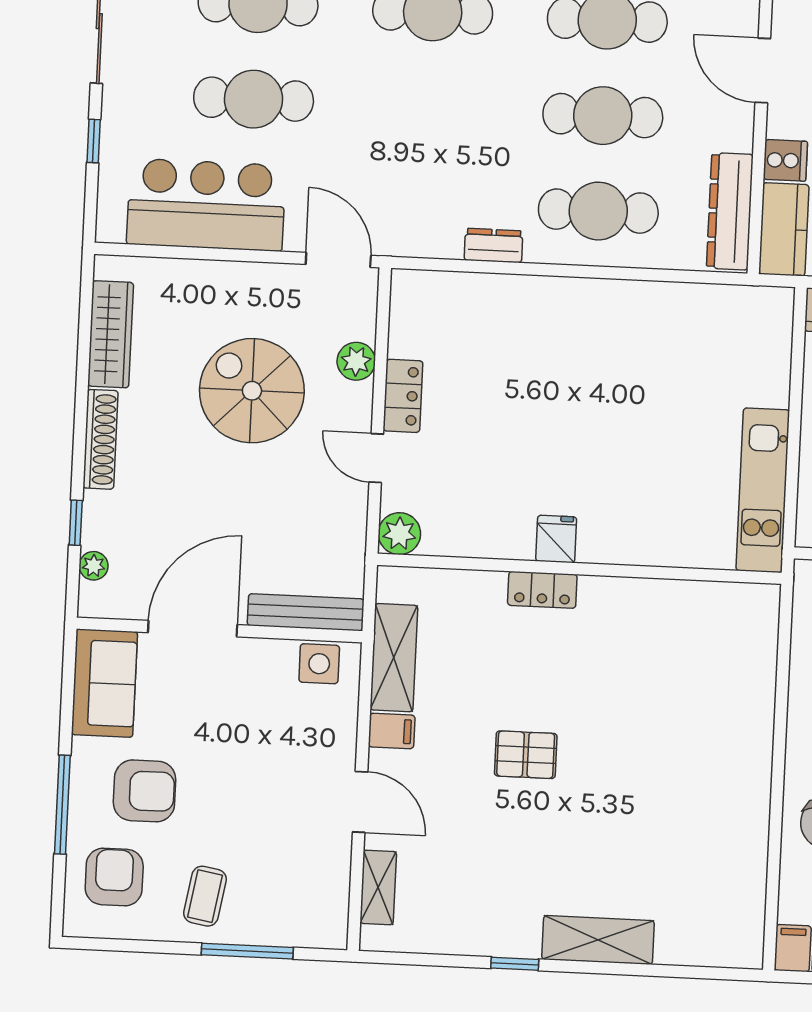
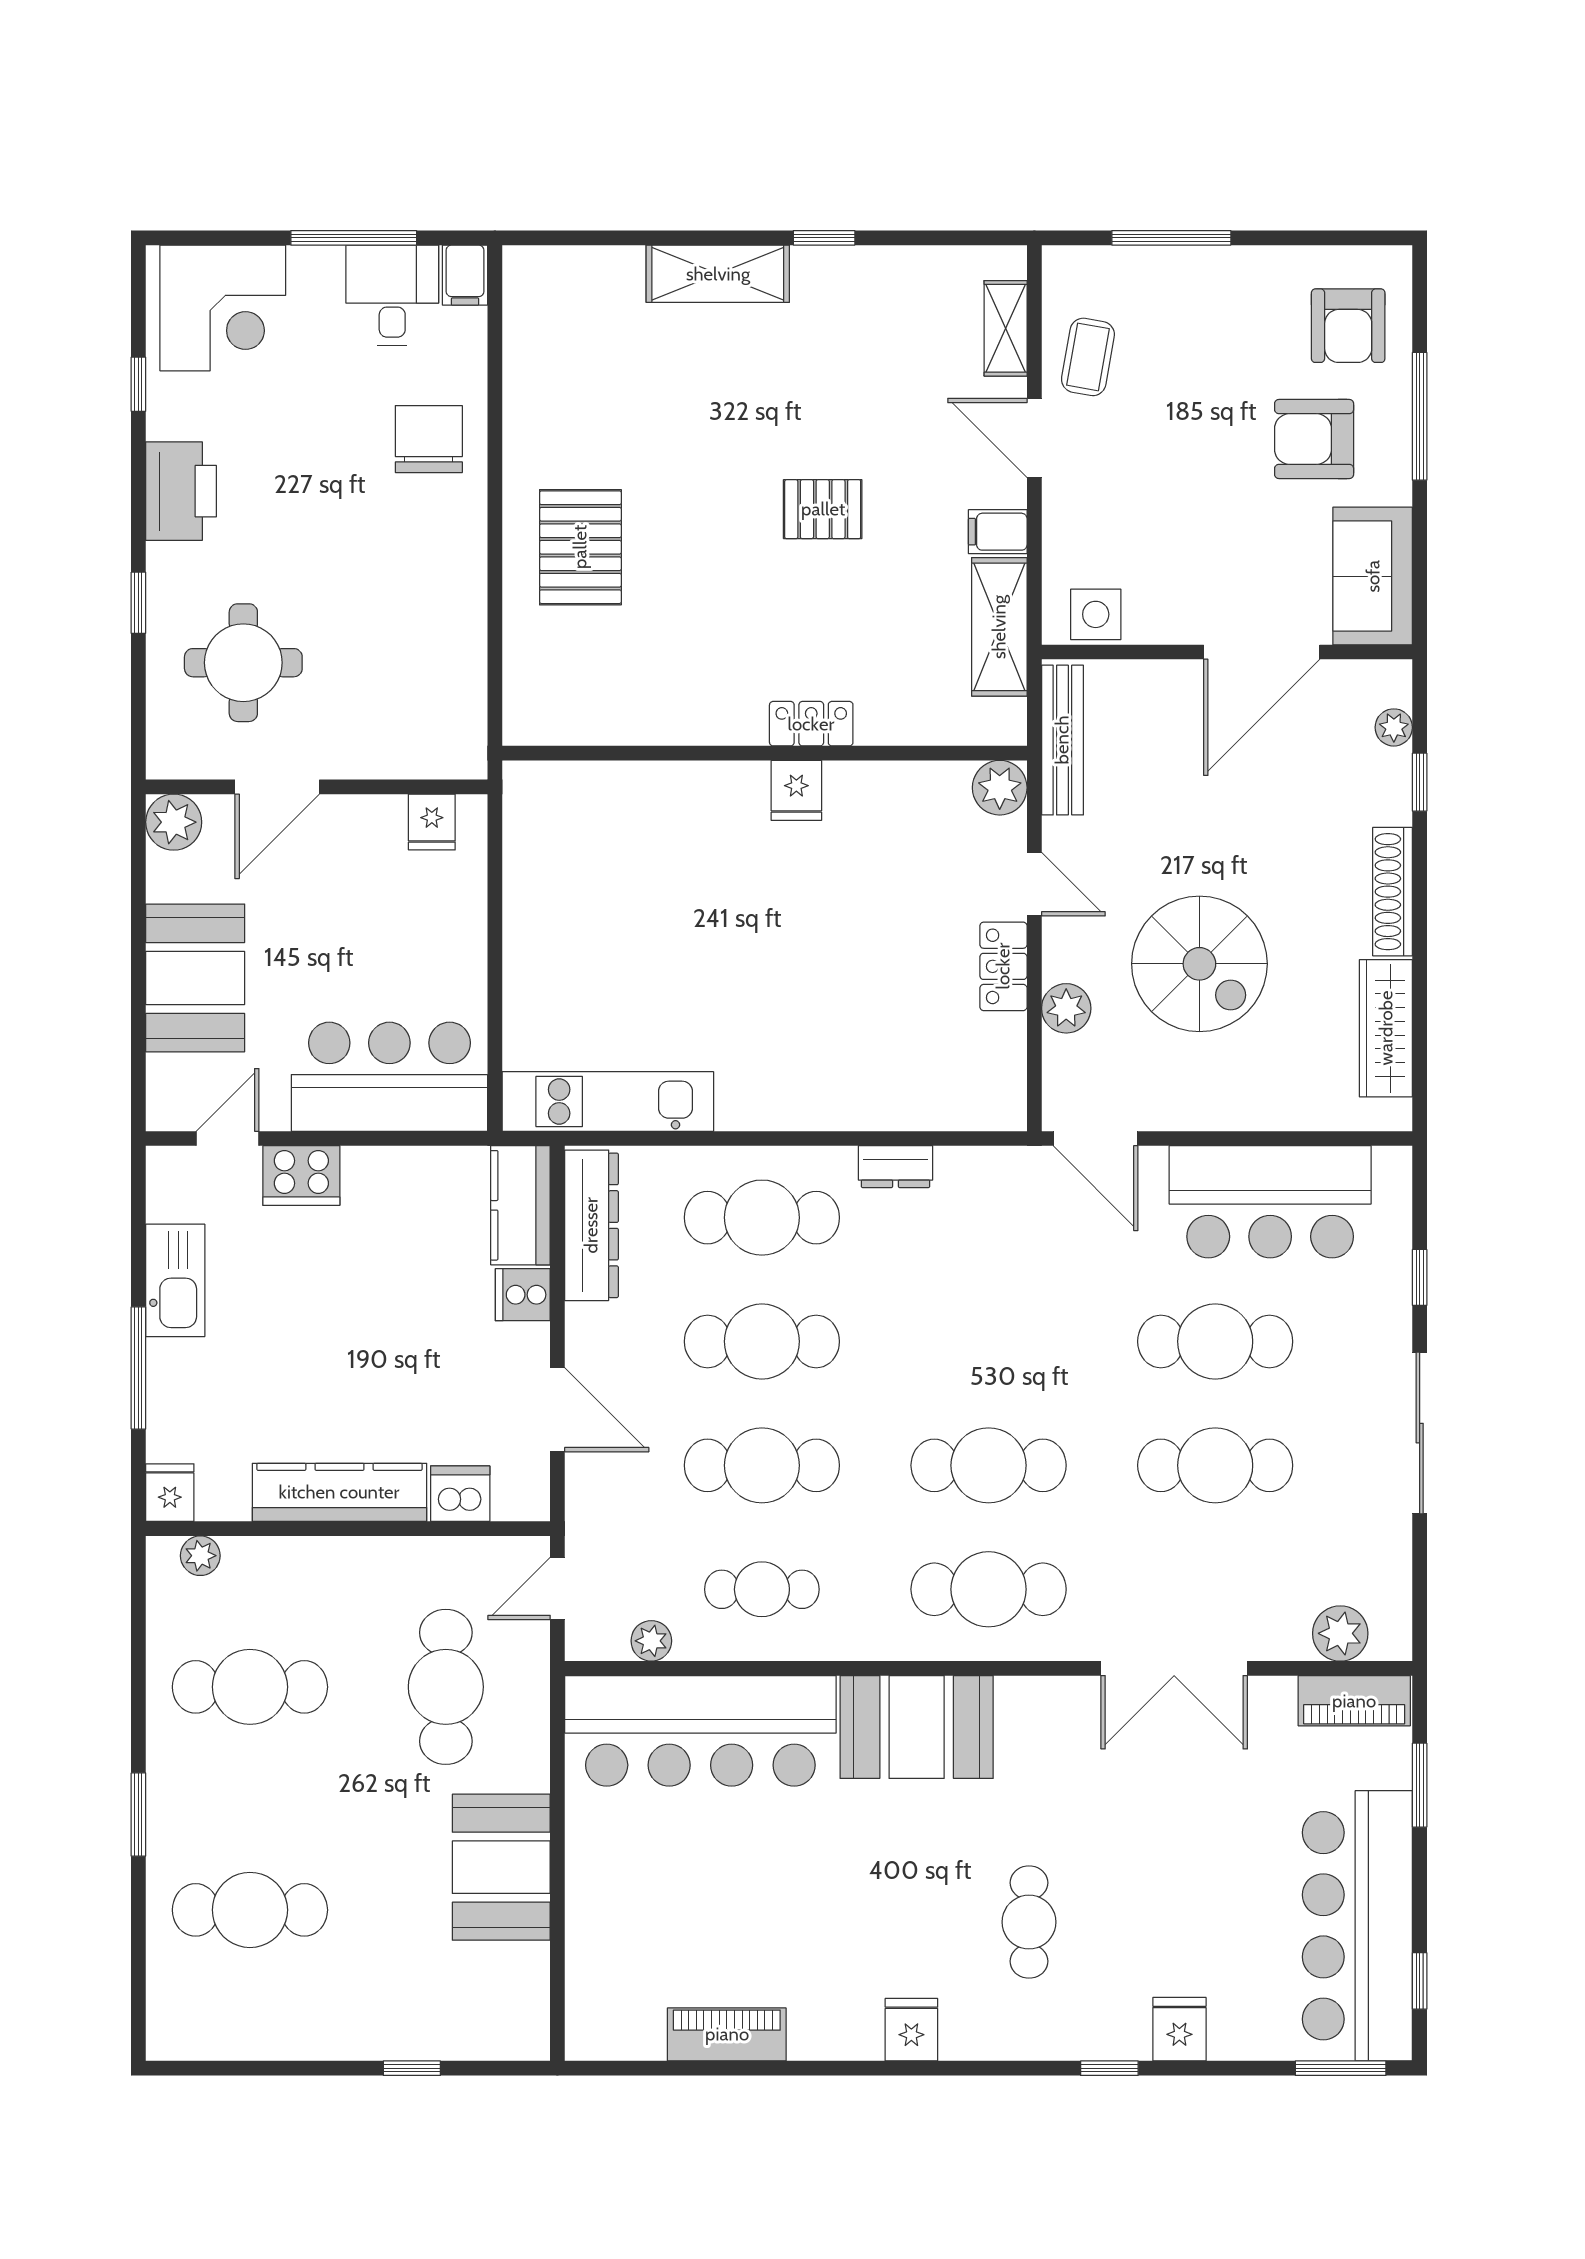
kitchen unit: (763, 490) -> (608, 1101), moved, turned -90
bench: (306, 612) -> (1062, 740), moved, turned 90
pallet: (714, 734) -> (580, 547), added
coffee table: (205, 896) -> (1088, 357), moved

